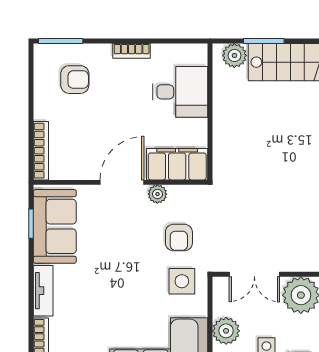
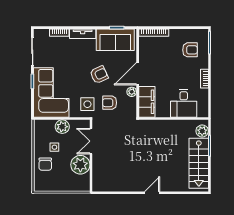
armchair: (75, 80) -> (190, 50), turned -90
door: (122, 182) -> (138, 74), swing flipped
armchair: (124, 258) -> (99, 75), added

